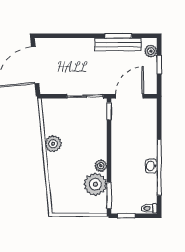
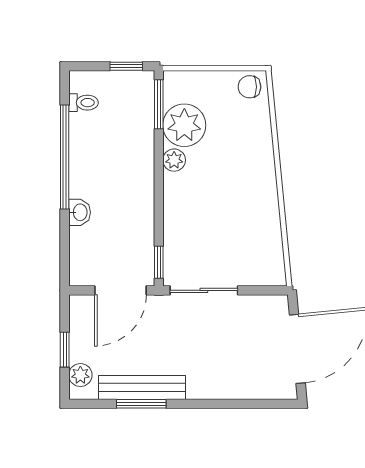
plant: (53, 144) -> (264, 201), removed
washbasin: (151, 166) -> (80, 212), moved
chair: (61, 205) -> (249, 87), added
toilet: (149, 208) -> (83, 103), moved

